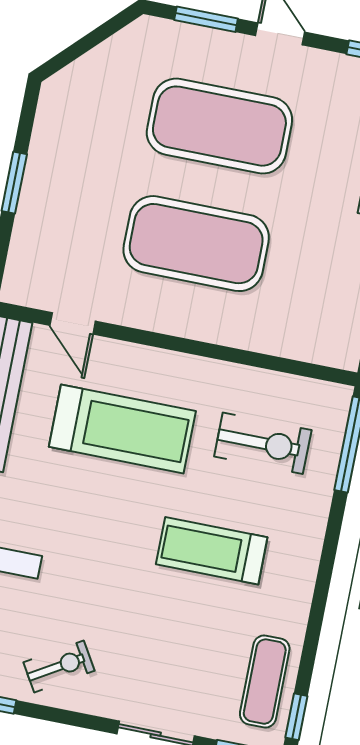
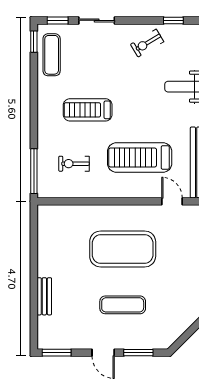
exercise mat: (219, 126) -> (123, 305), width x0.50, depth x0.69
exercise bike: (263, 443) -> (74, 164), width x0.73, depth x0.72
treadmill: (212, 551) -> (88, 110), turned 180

